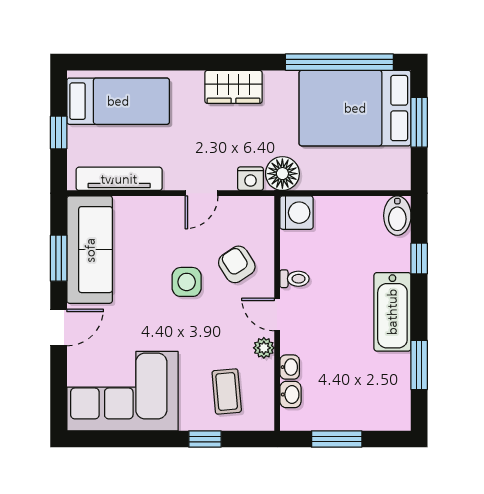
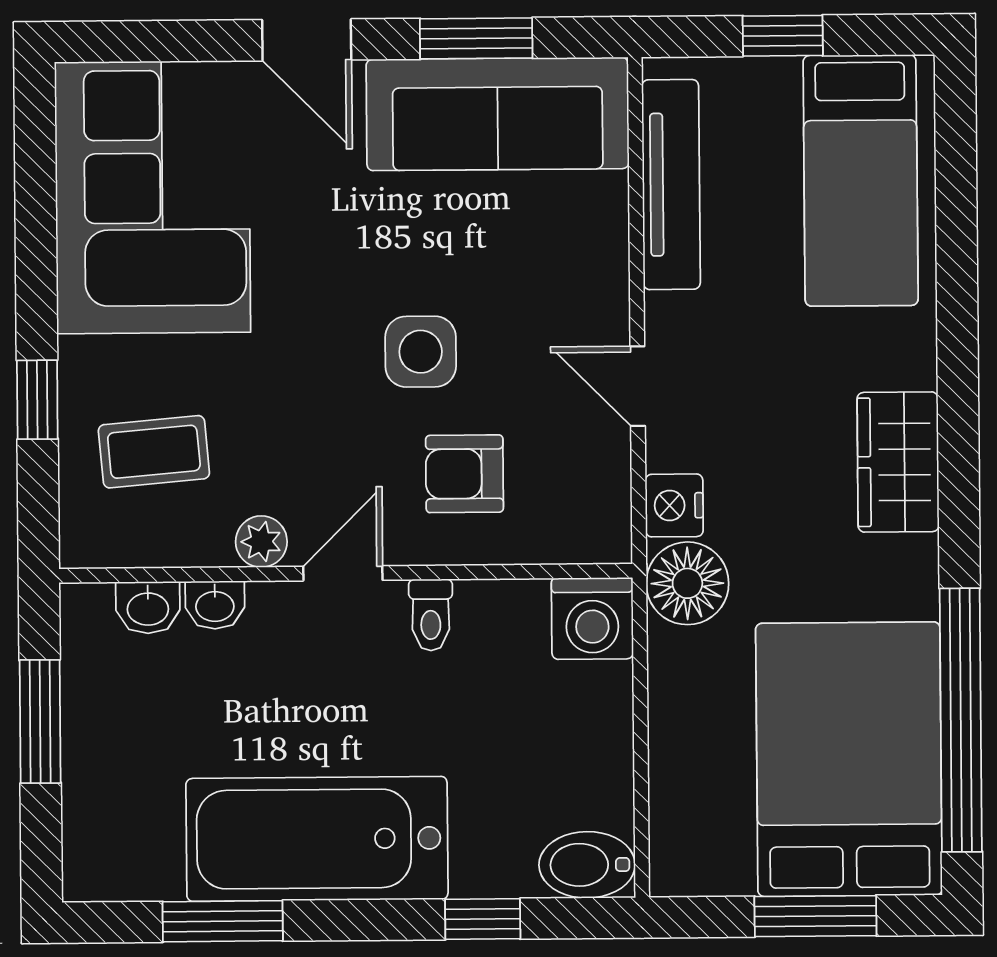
armchair: (237, 264) -> (465, 474), turned -147
bathtub: (392, 312) -> (317, 839), width x1.36, depth x1.36

